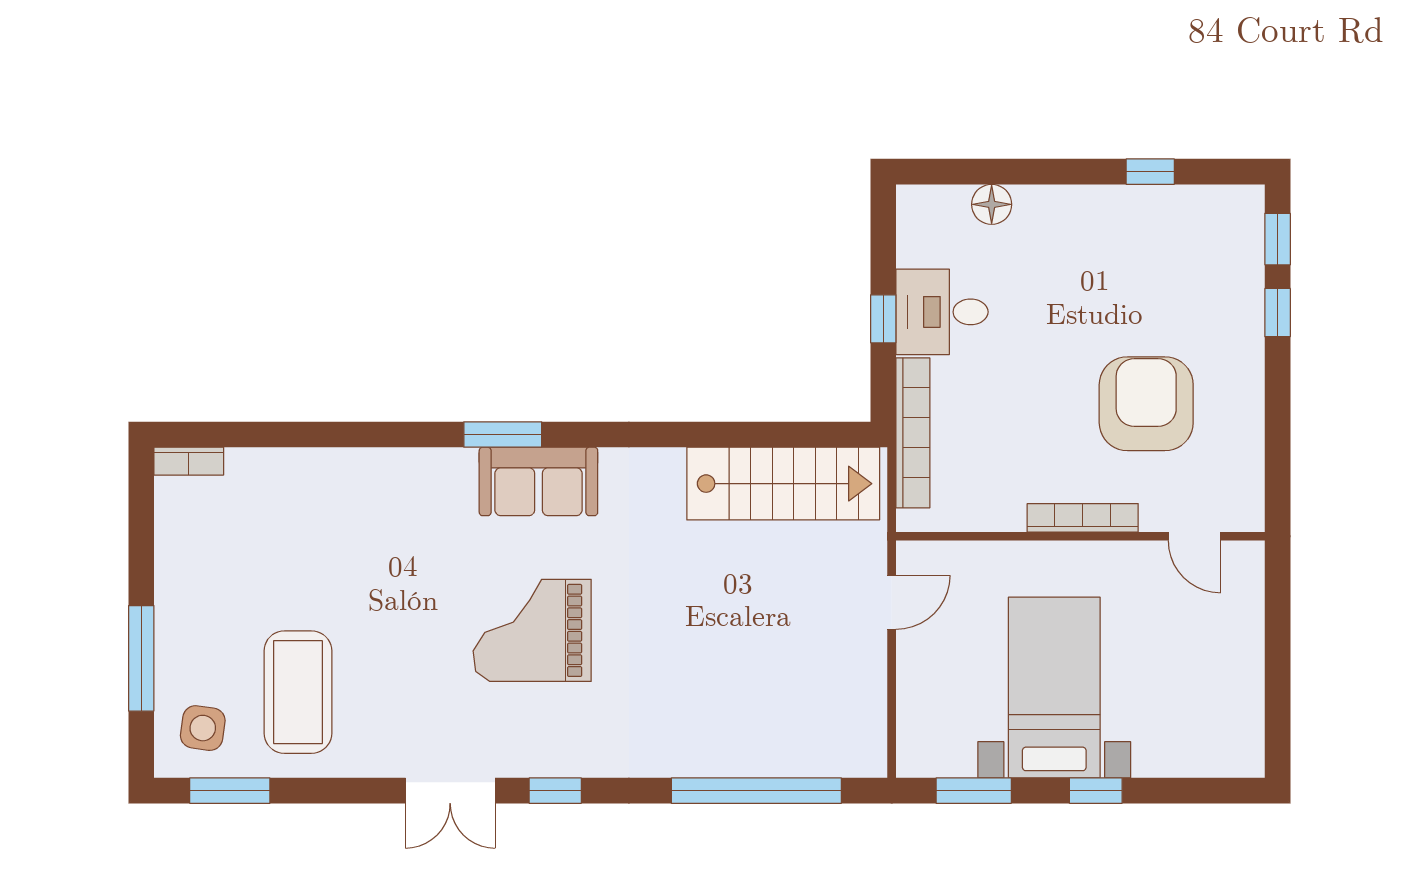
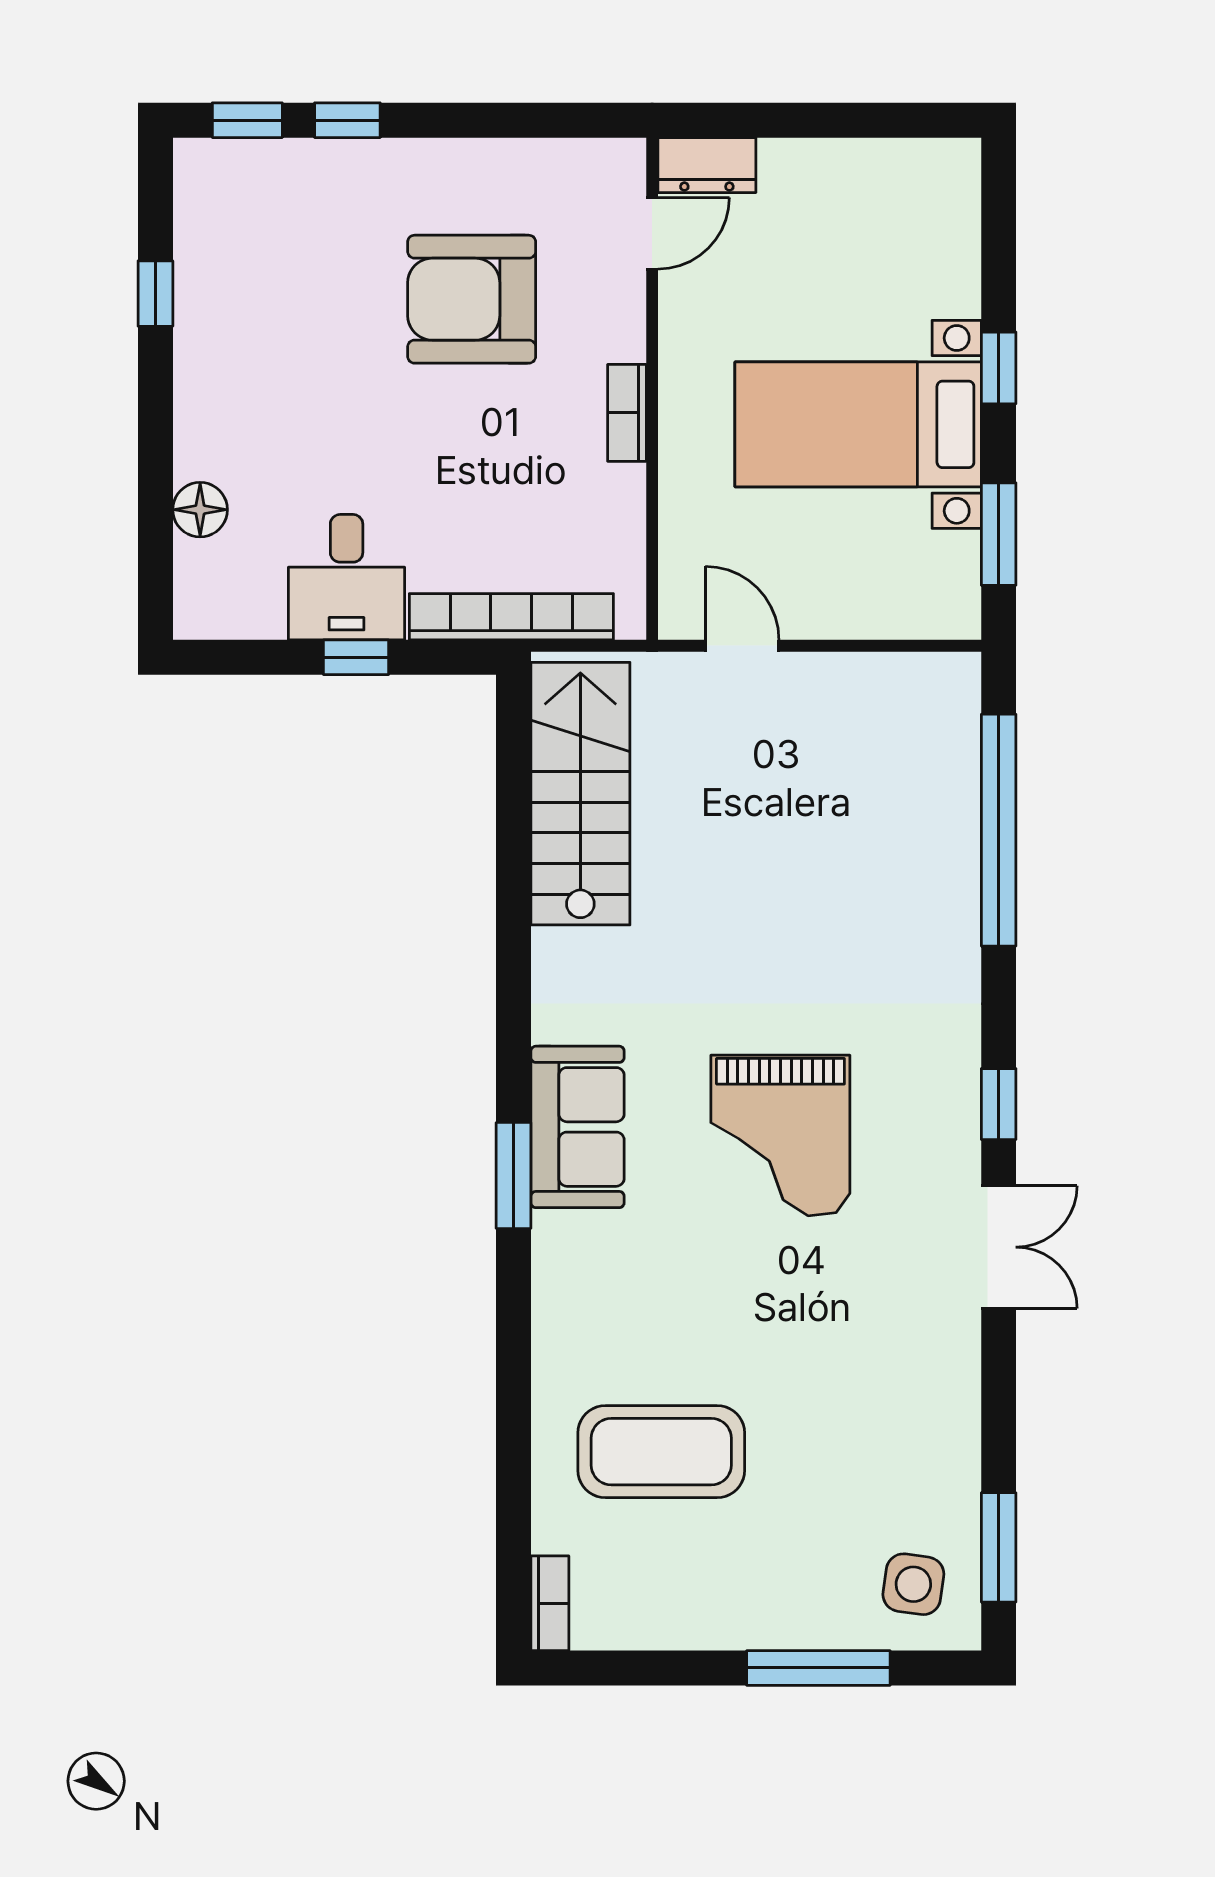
bookcase: (1083, 518) -> (627, 413), width x0.64
dresser: (1245, 576) -> (707, 165), added
coffee table: (298, 692) -> (661, 1452), moved

